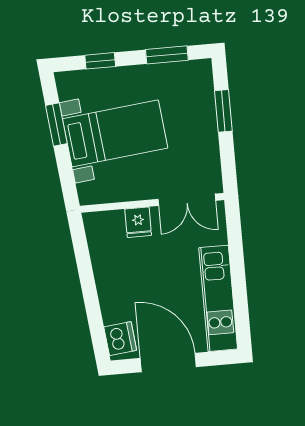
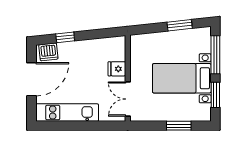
window: (100, 61) -> (215, 55), width x2.17
bed with nightstands: (115, 133) -> (182, 78), moved, turned 96
window: (94, 313) -> (65, 37), added

